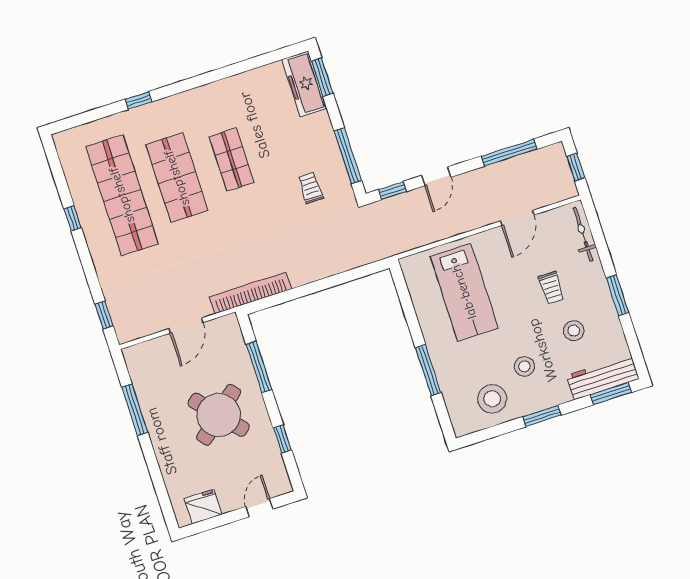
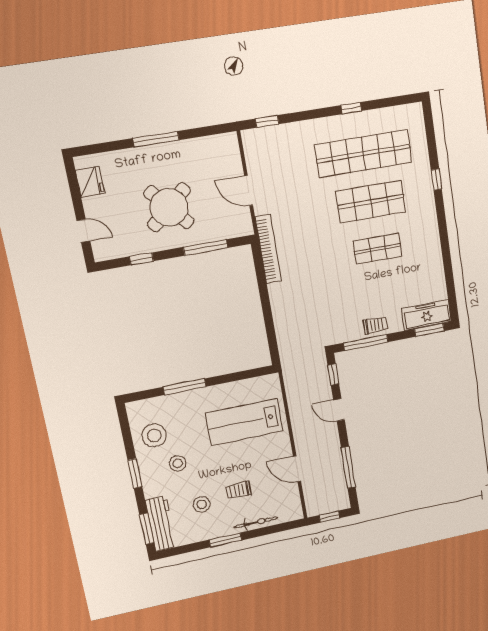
trolley: (311, 188) -> (375, 325), moved
bicycle: (583, 234) -> (256, 522), moved
window: (135, 410) -> (156, 139), moved

